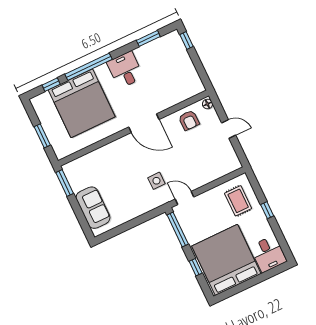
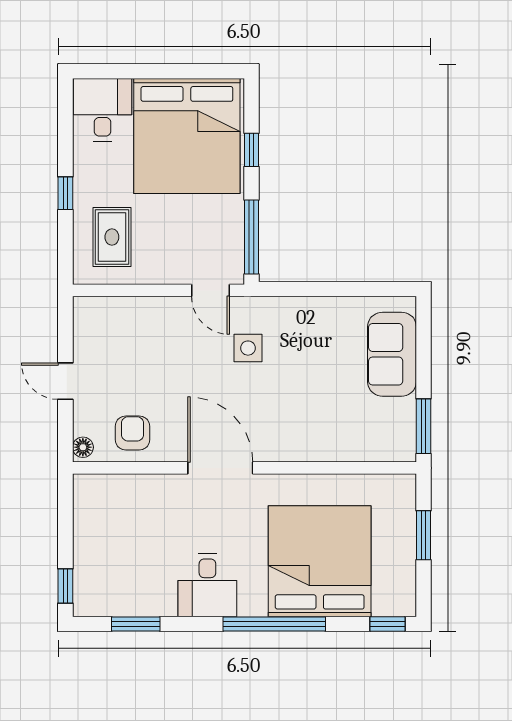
window: (51, 85) -> (388, 624), moved

